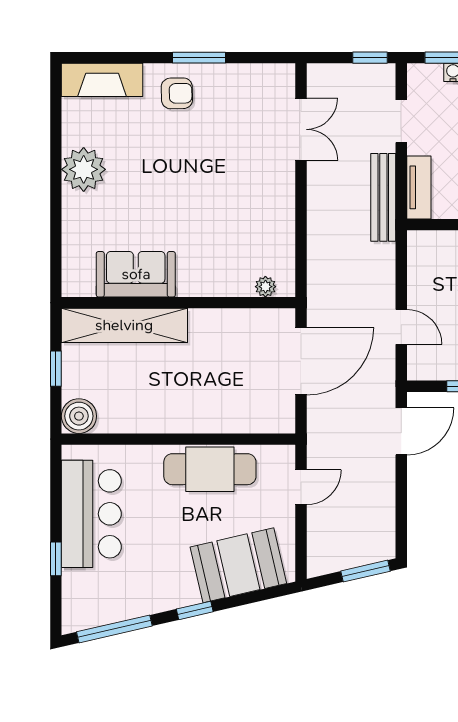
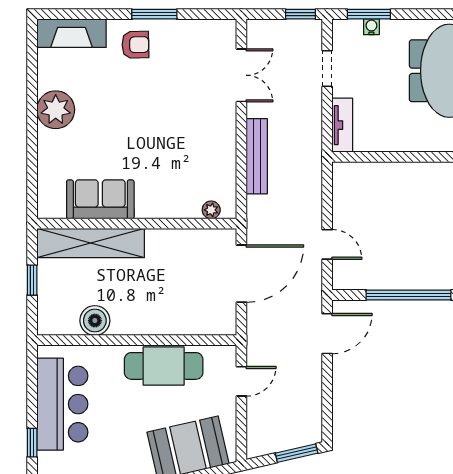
bench: (383, 197) -> (257, 156), moved
boiler: (79, 416) -> (95, 321), moved

